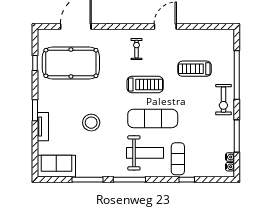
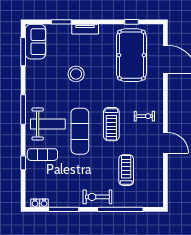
window: (35, 110) -> (61, 22), moved
tv unit: (43, 127) -> (85, 29), moved
weight bench: (145, 153) -> (48, 124), turned -90
window: (87, 180) -> (23, 52), moved

